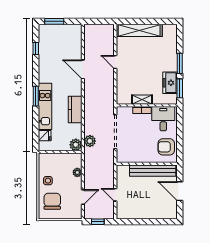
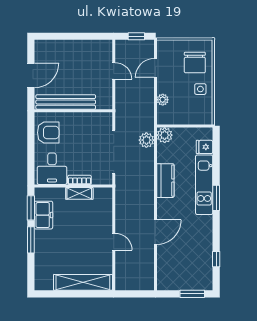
door: (83, 69) -> (155, 232), hinge flipped
door: (180, 191) -> (31, 75), hinge flipped

